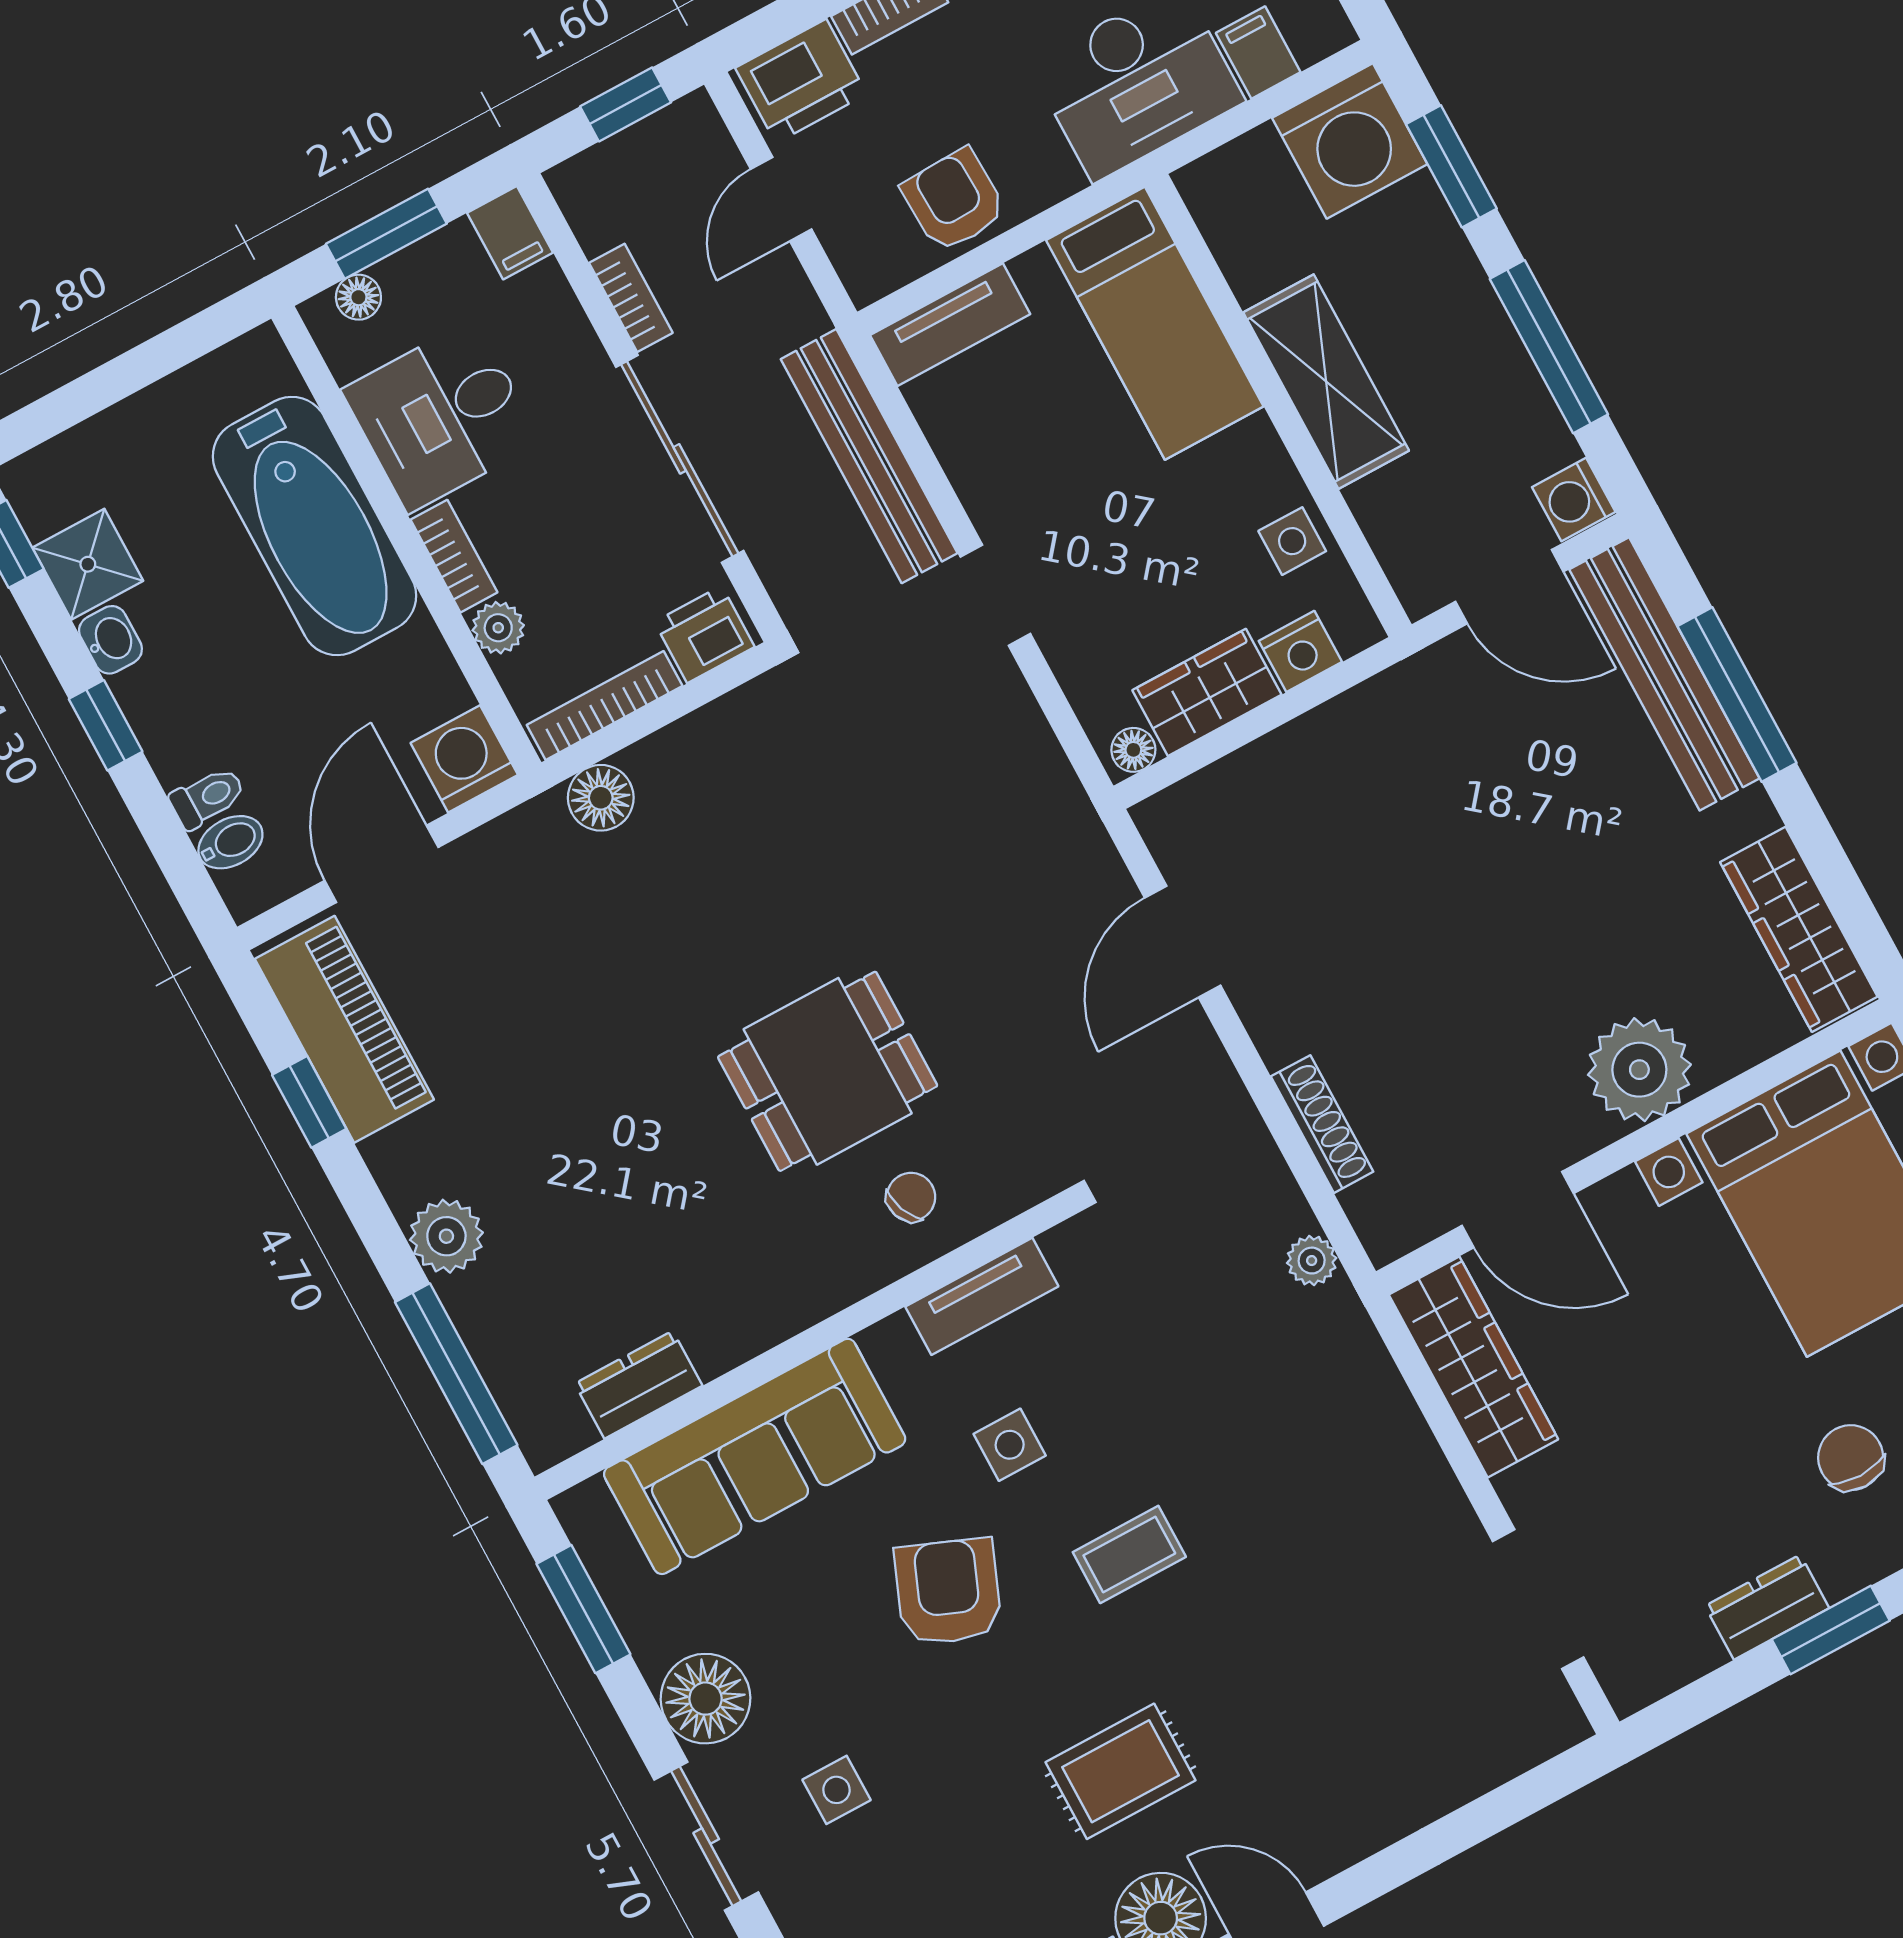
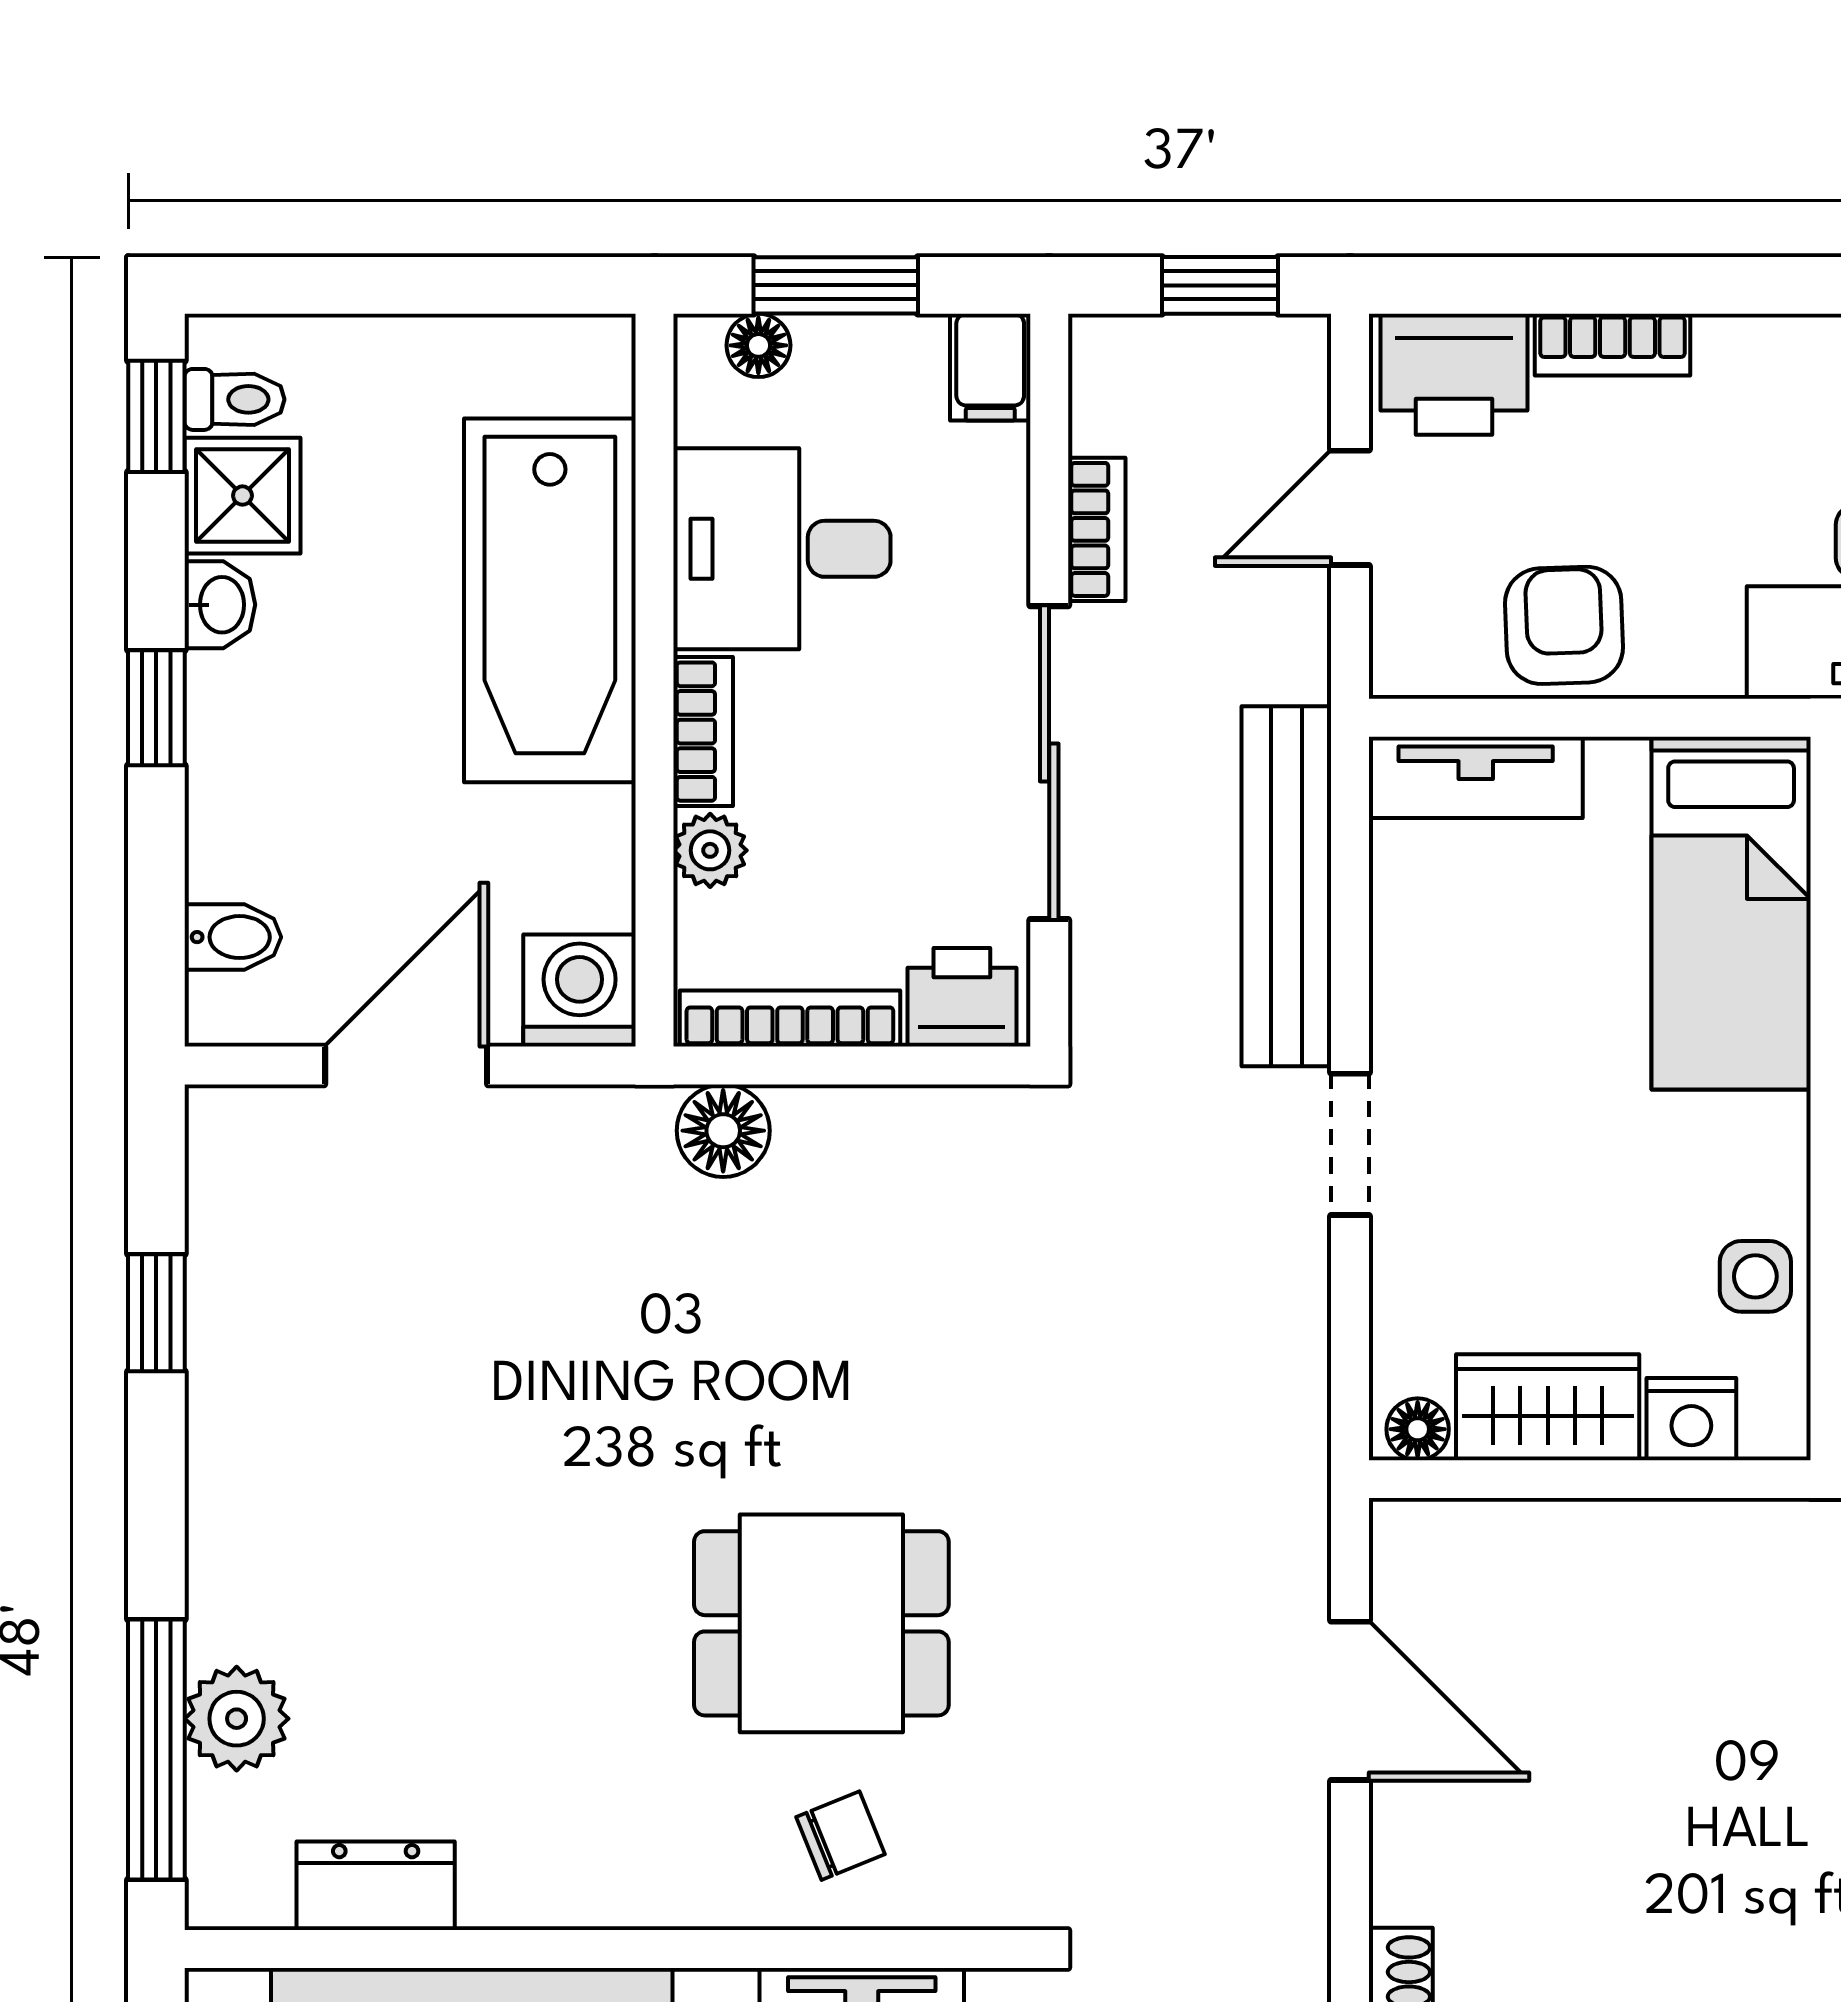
toilet: (207, 797) -> (234, 399), moved
door: (1183, 942) -> (1350, 1701), swing flipped
piano: (344, 1029) -> (249, 1246), removed
plant: (446, 1236) -> (237, 1719), moved

